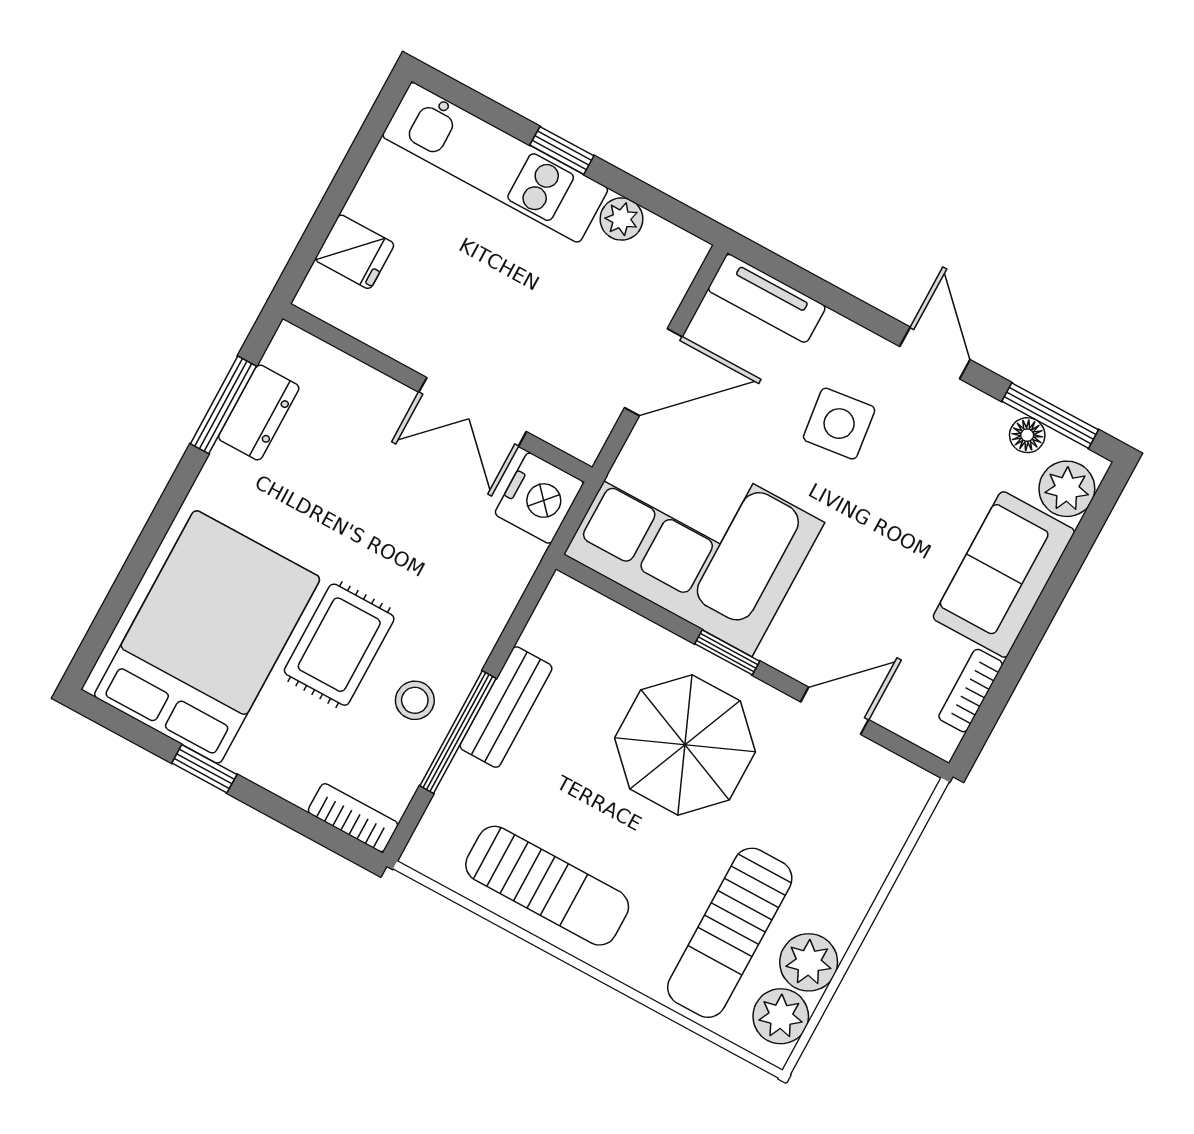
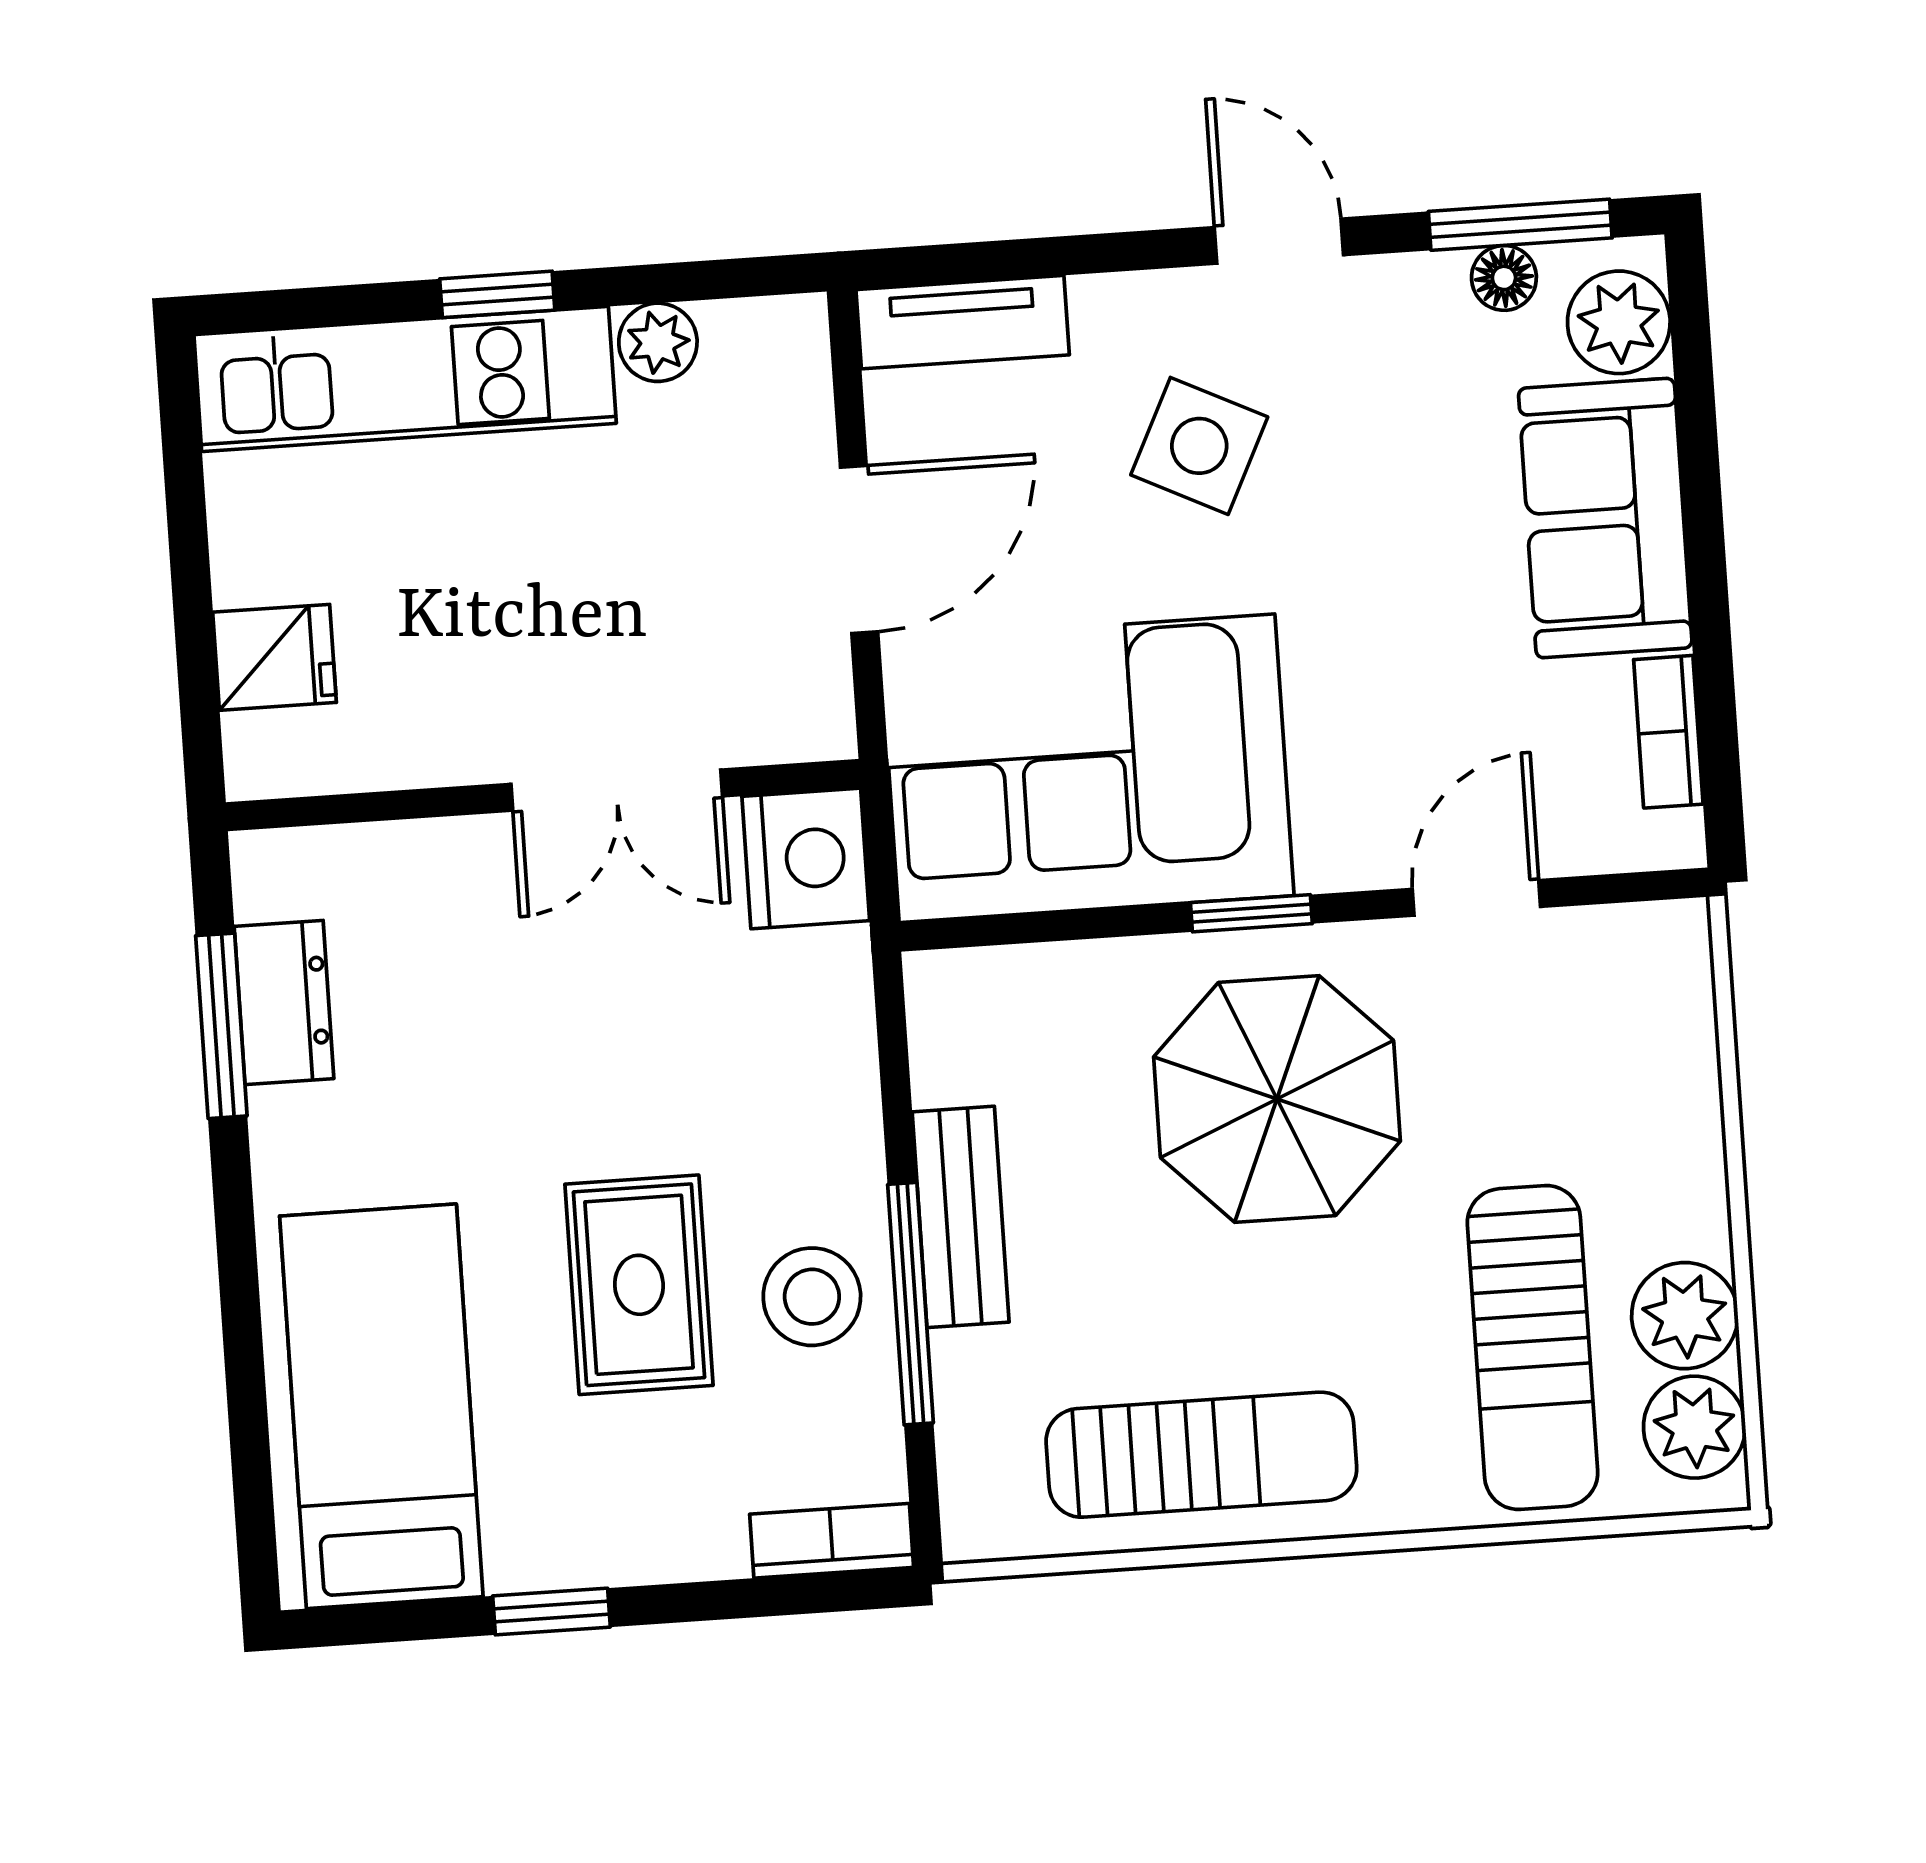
side table: (839, 424) -> (1199, 446), turned 33
bed: (207, 637) -> (381, 1406), width x0.67
stool: (415, 700) -> (812, 1297), width x1.37, depth x1.37

